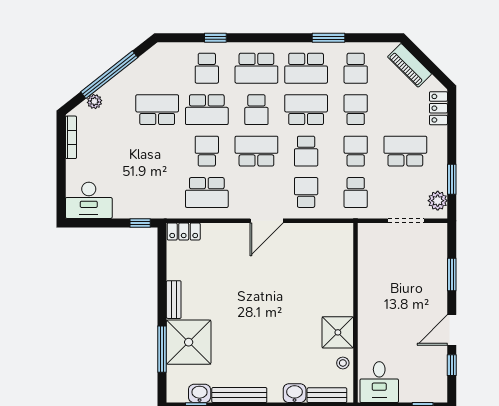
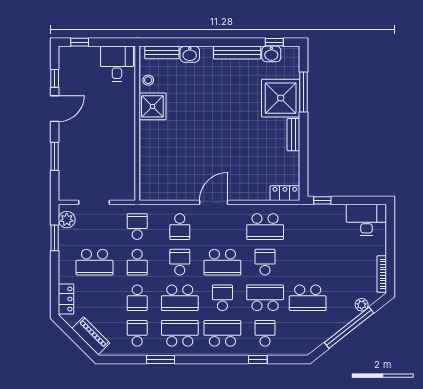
school desk: (207, 151) -> (265, 262), turned 180
school desk: (207, 192) -> (265, 227), turned 180

